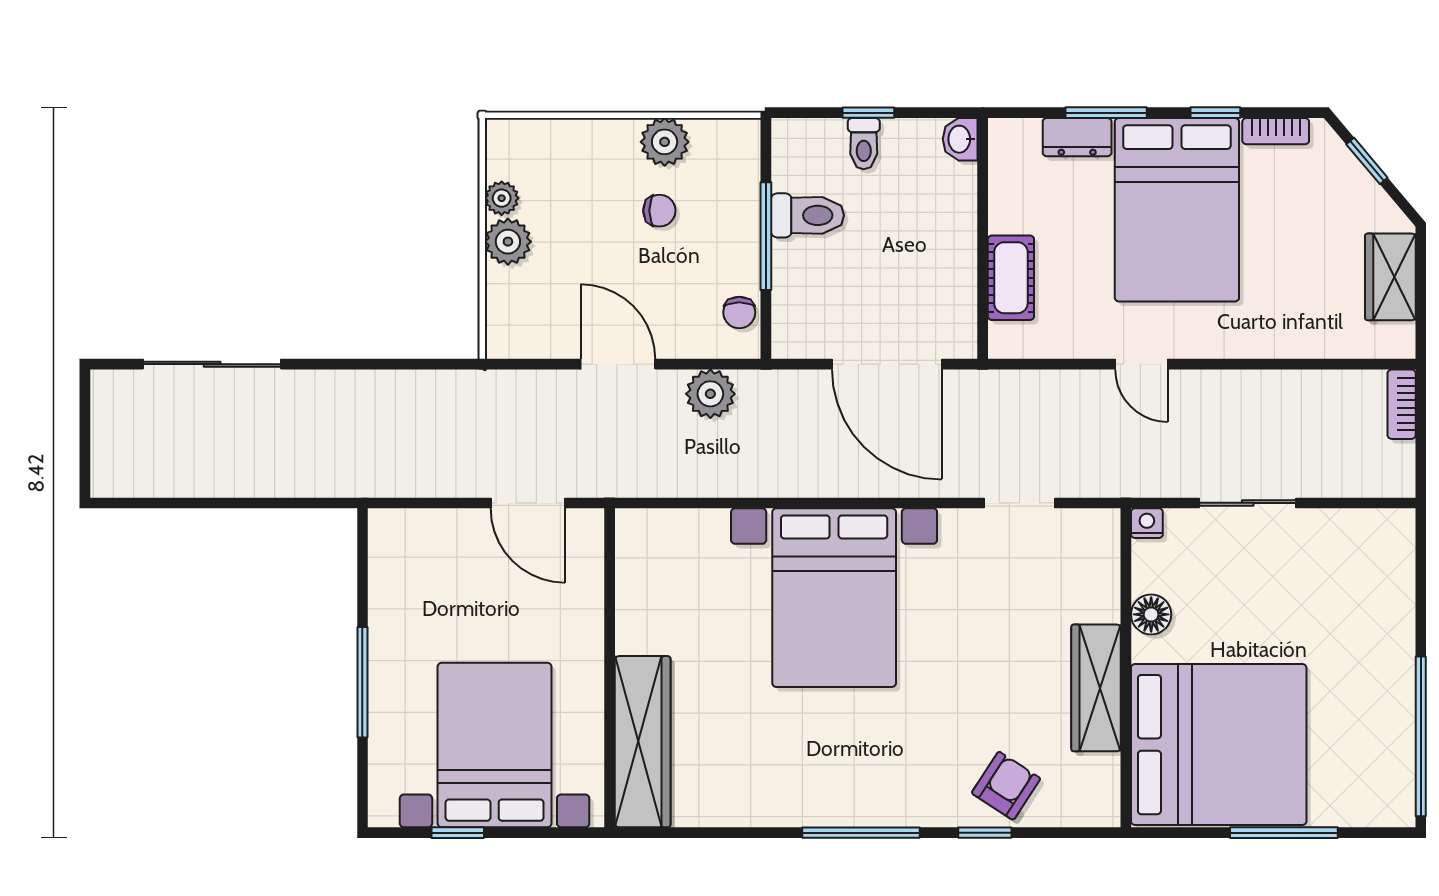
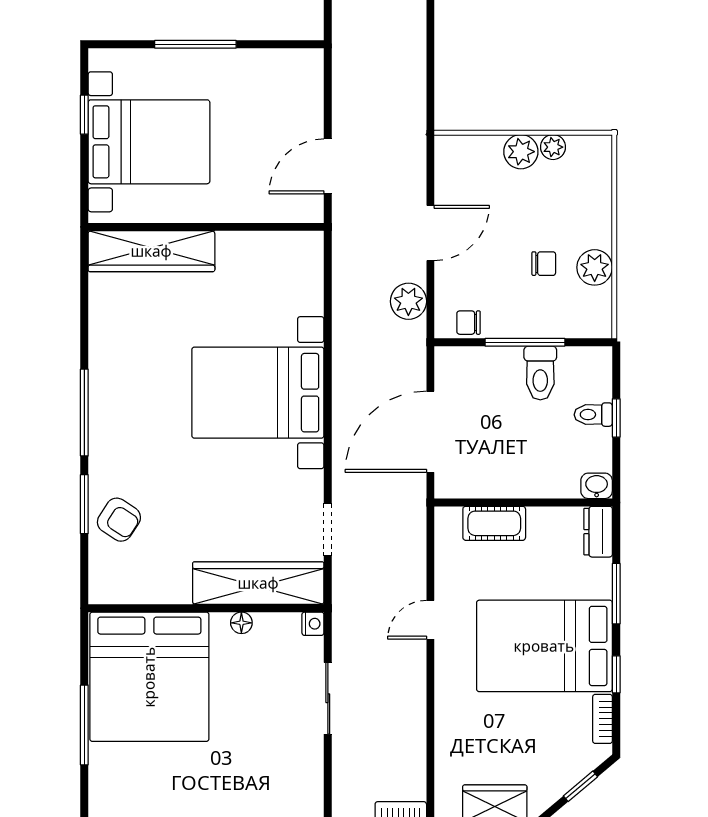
dresser: (1077, 137) -> (598, 532), moved
chair: (659, 211) -> (544, 264), turned -90
floor lamp: (1151, 614) -> (241, 623), width x0.73, depth x0.73
wardrobe: (1096, 688) -> (258, 583), moved, width x1.40, depth x1.17
window: (985, 833) -> (84, 504), width x1.50

